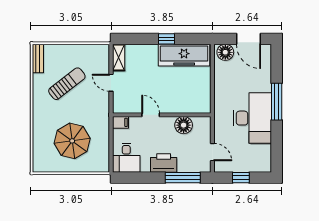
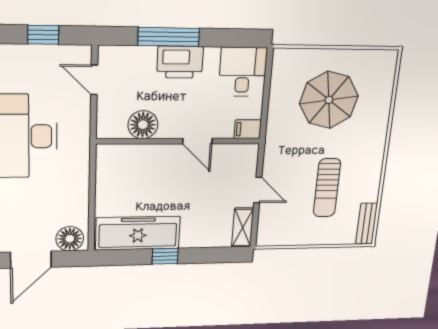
door: (249, 39) -> (31, 260), swing flipped
sun lounger: (67, 84) -> (327, 188), turned -52
window: (183, 178) -> (169, 37), moved

